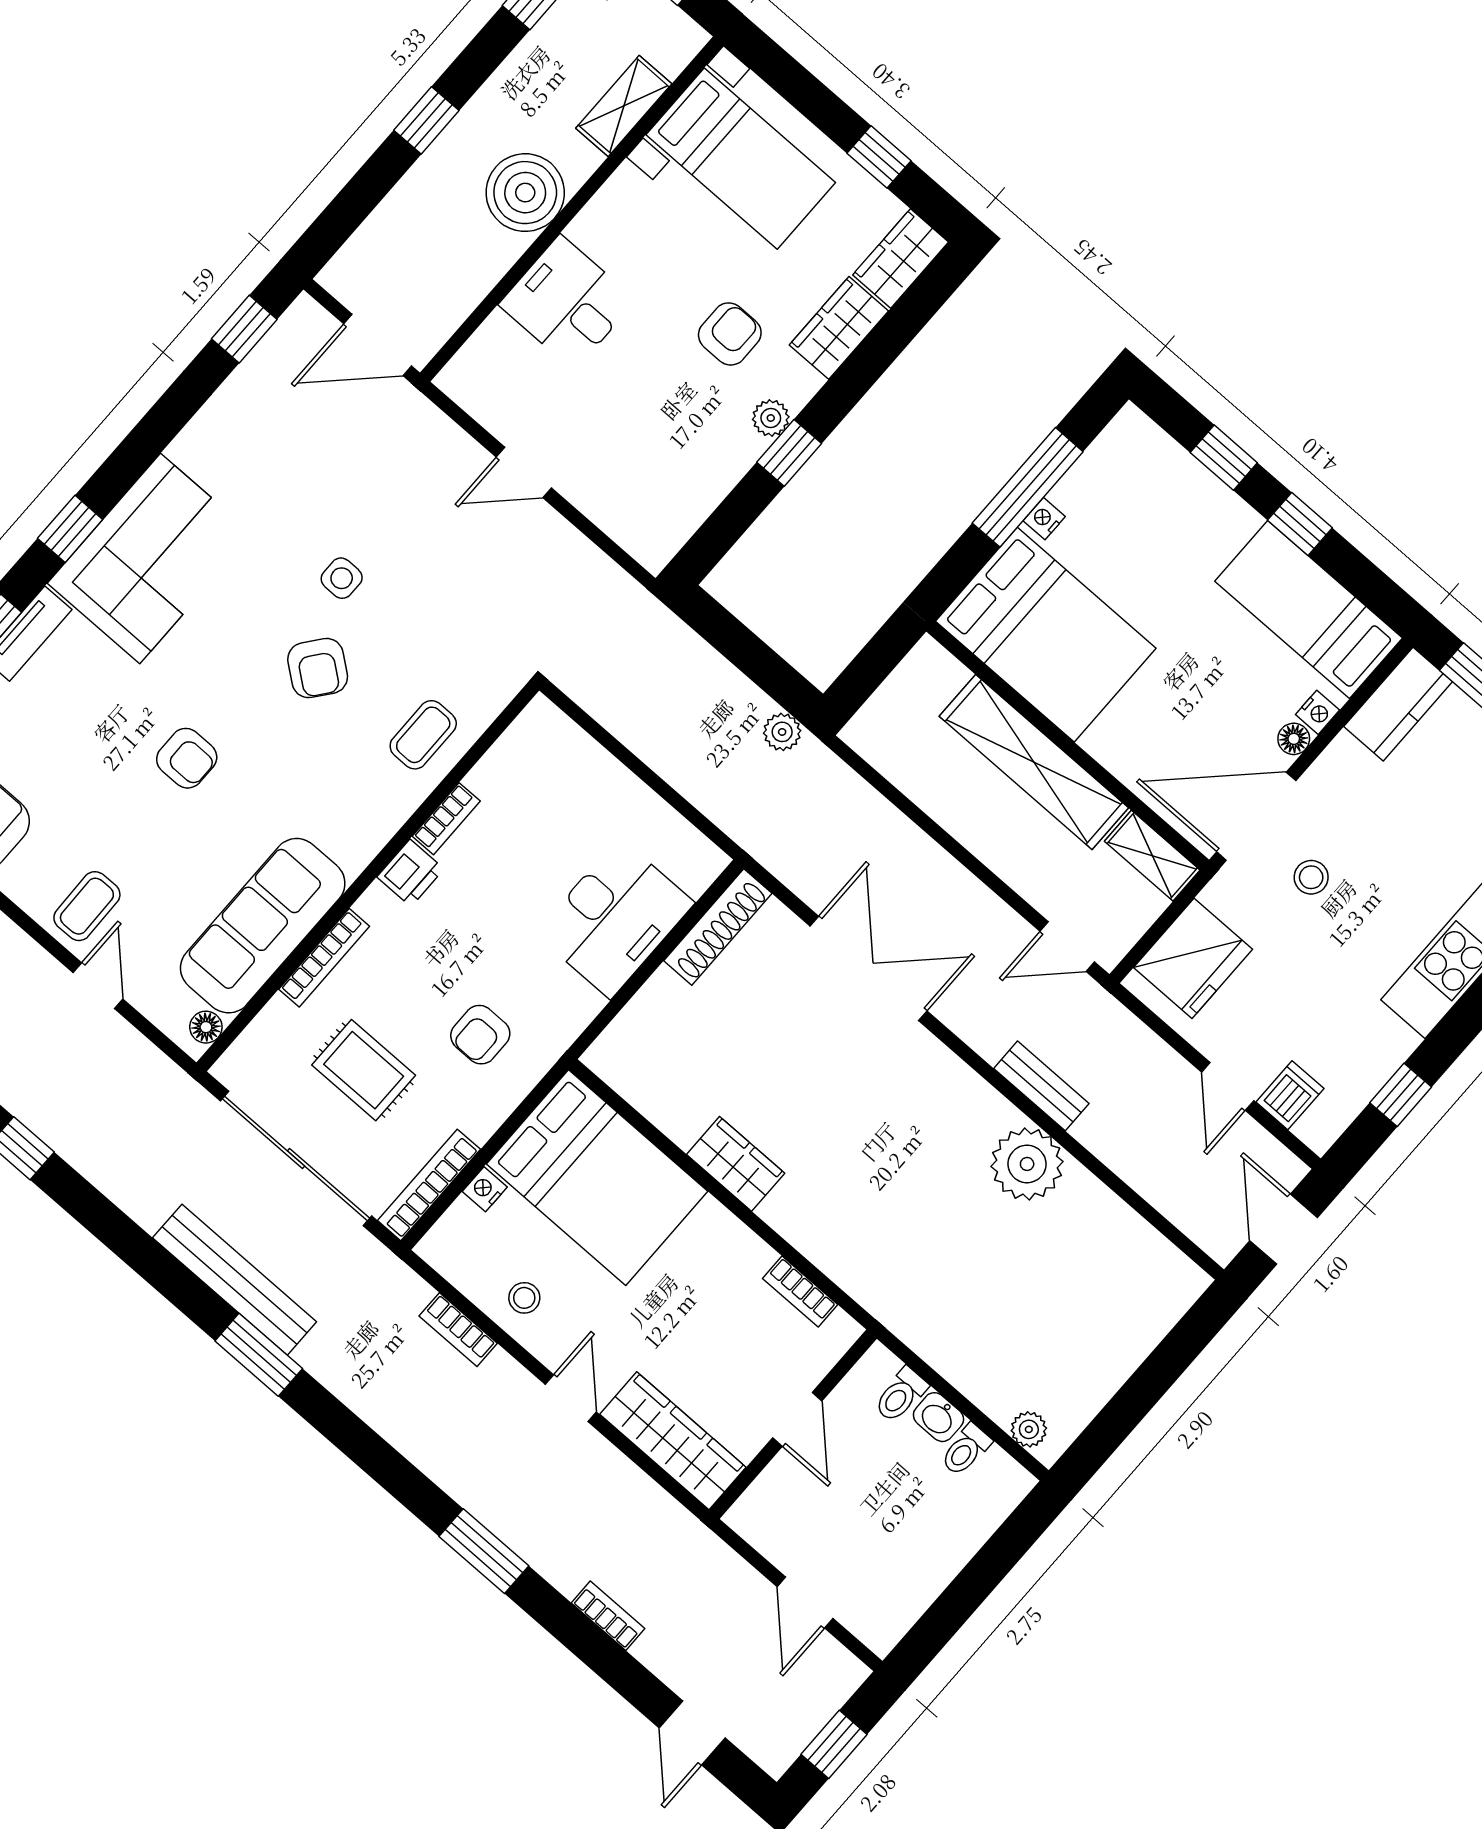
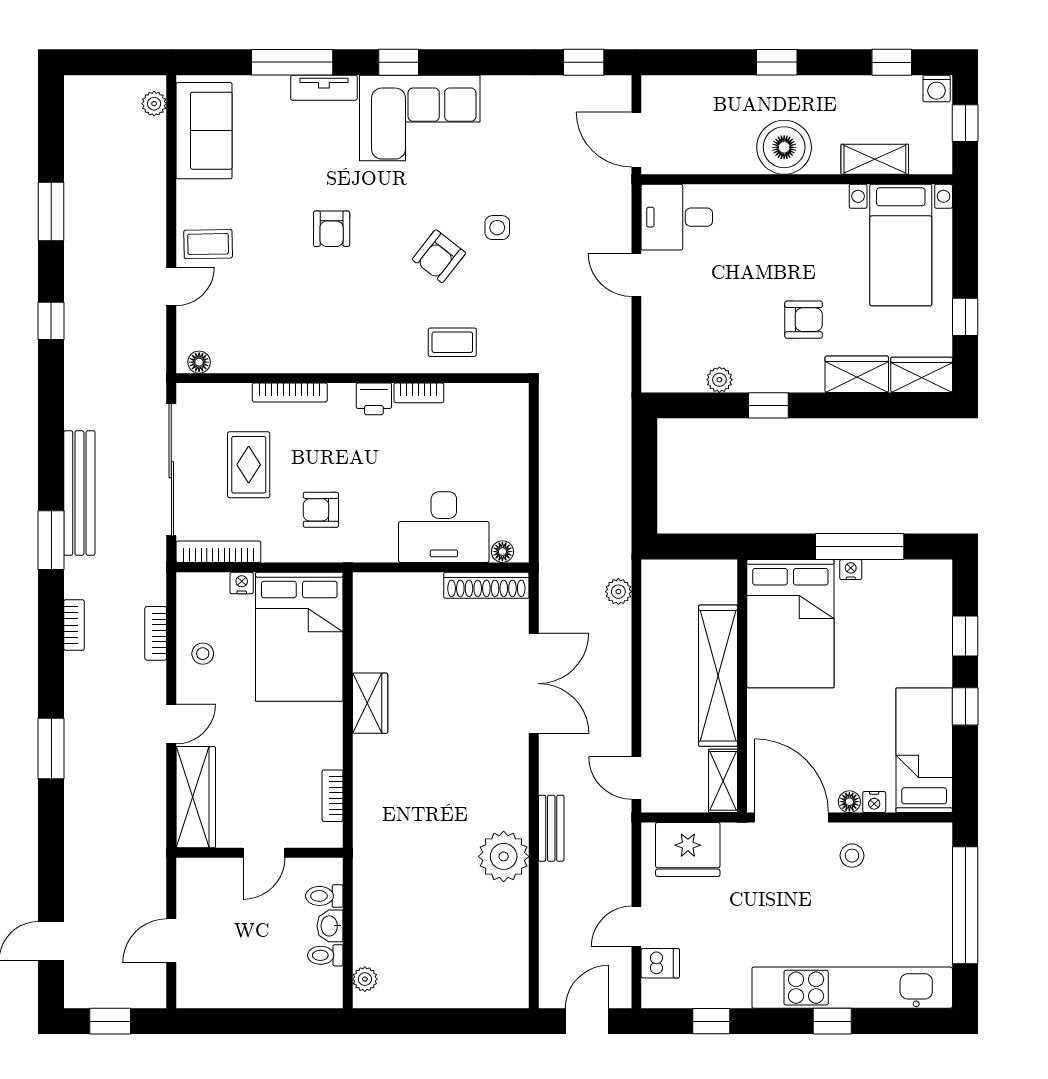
desk: (567, 302) -> (677, 217), moved, turned -90
plant: (771, 418) -> (719, 380), moved
kitchen counter: (1398, 704) -> (916, 841), removed
plant: (782, 732) -> (618, 592), moved
stool: (1311, 877) -> (852, 856), moved
floor lamp: (697, 878) -> (502, 552), added
sofa: (263, 926) -> (278, 345), removed
bookcase: (608, 1616) -> (74, 625), moved

